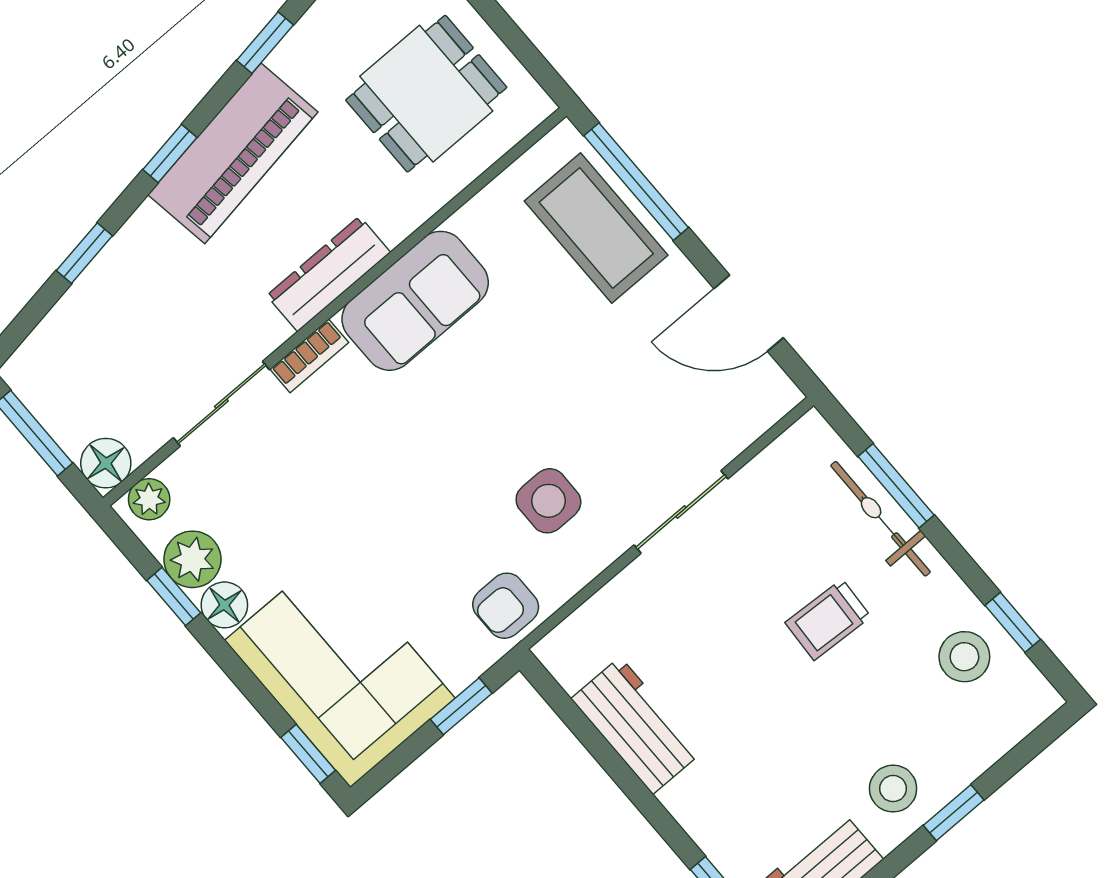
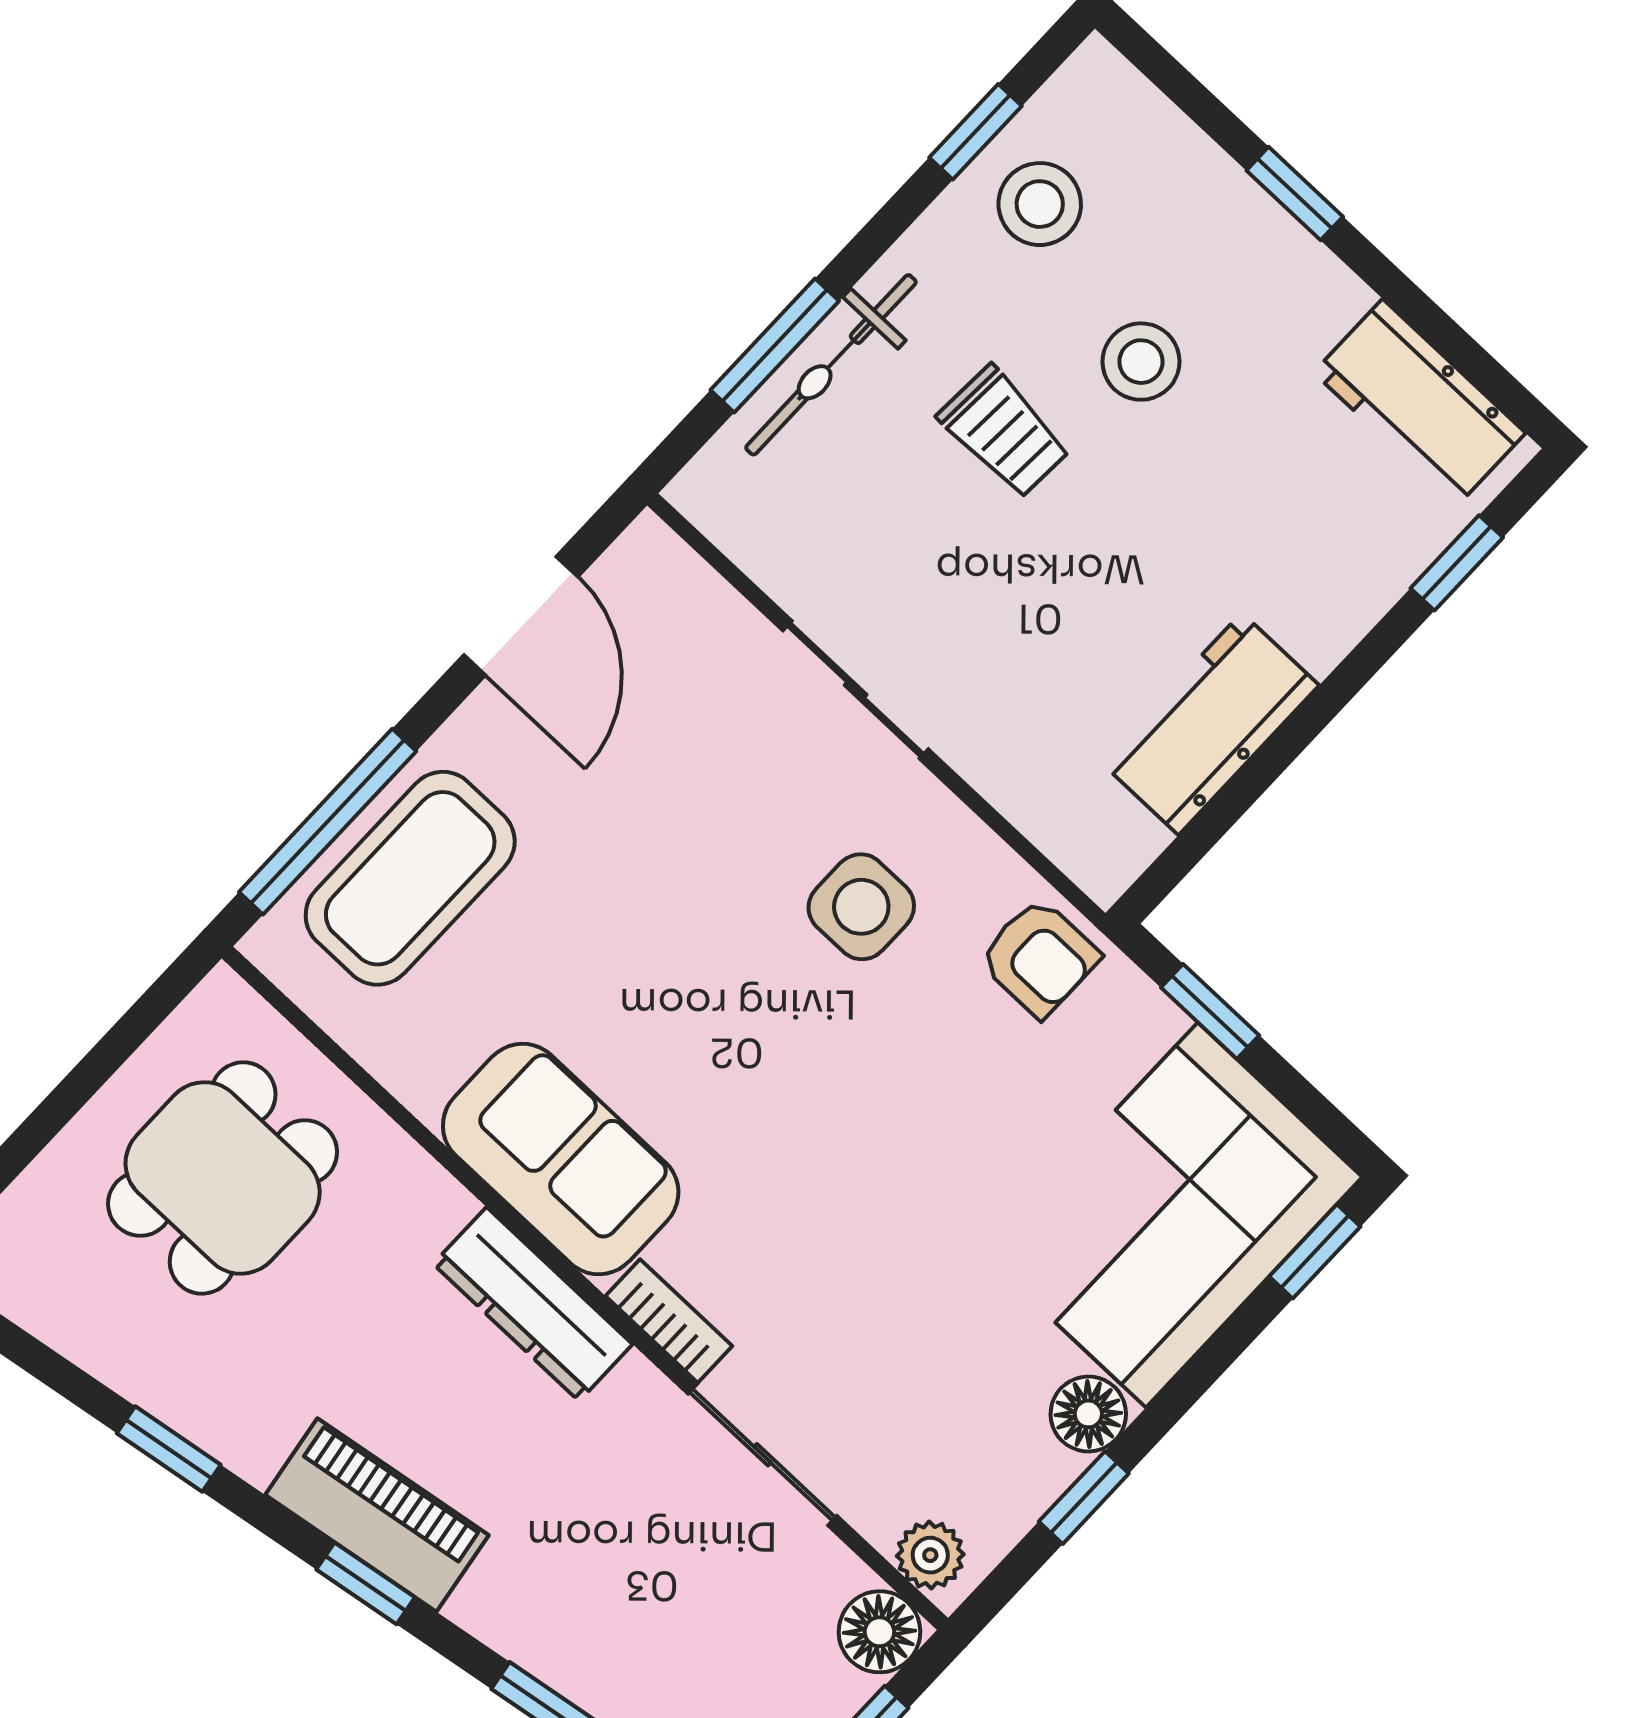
dining table: (426, 94) -> (223, 1178), turned 90
piano: (233, 153) -> (377, 1515), width x0.73, depth x0.75
plant: (192, 559) -> (1020, 1474), removed
stool: (893, 789) -> (1141, 362), moved

